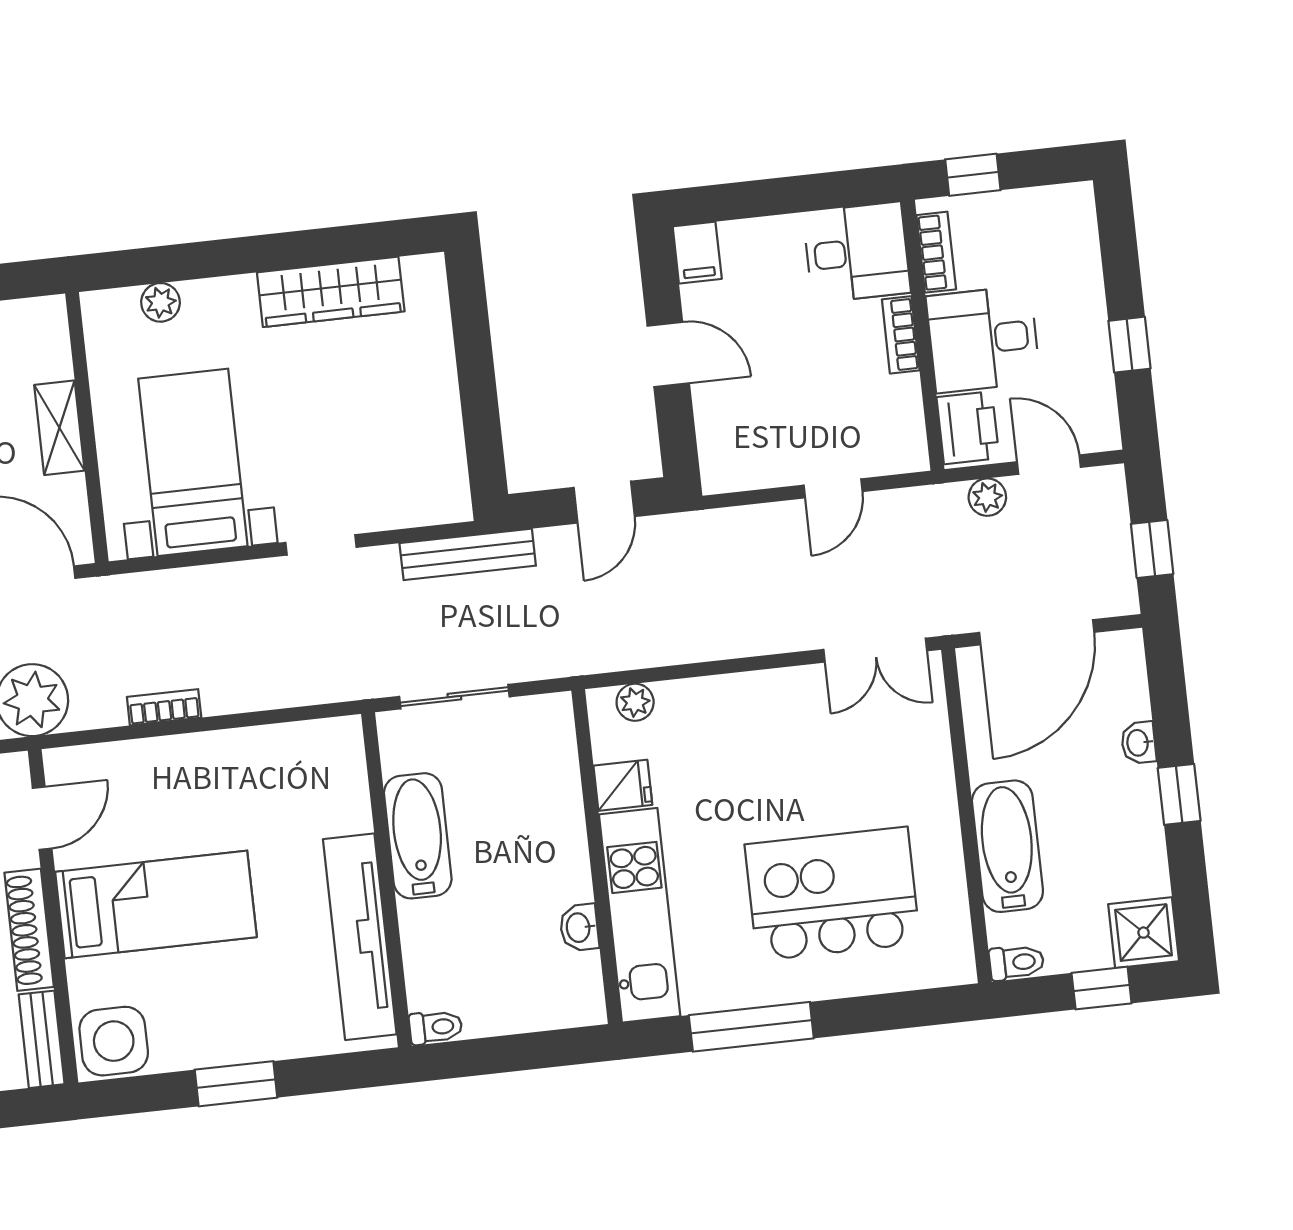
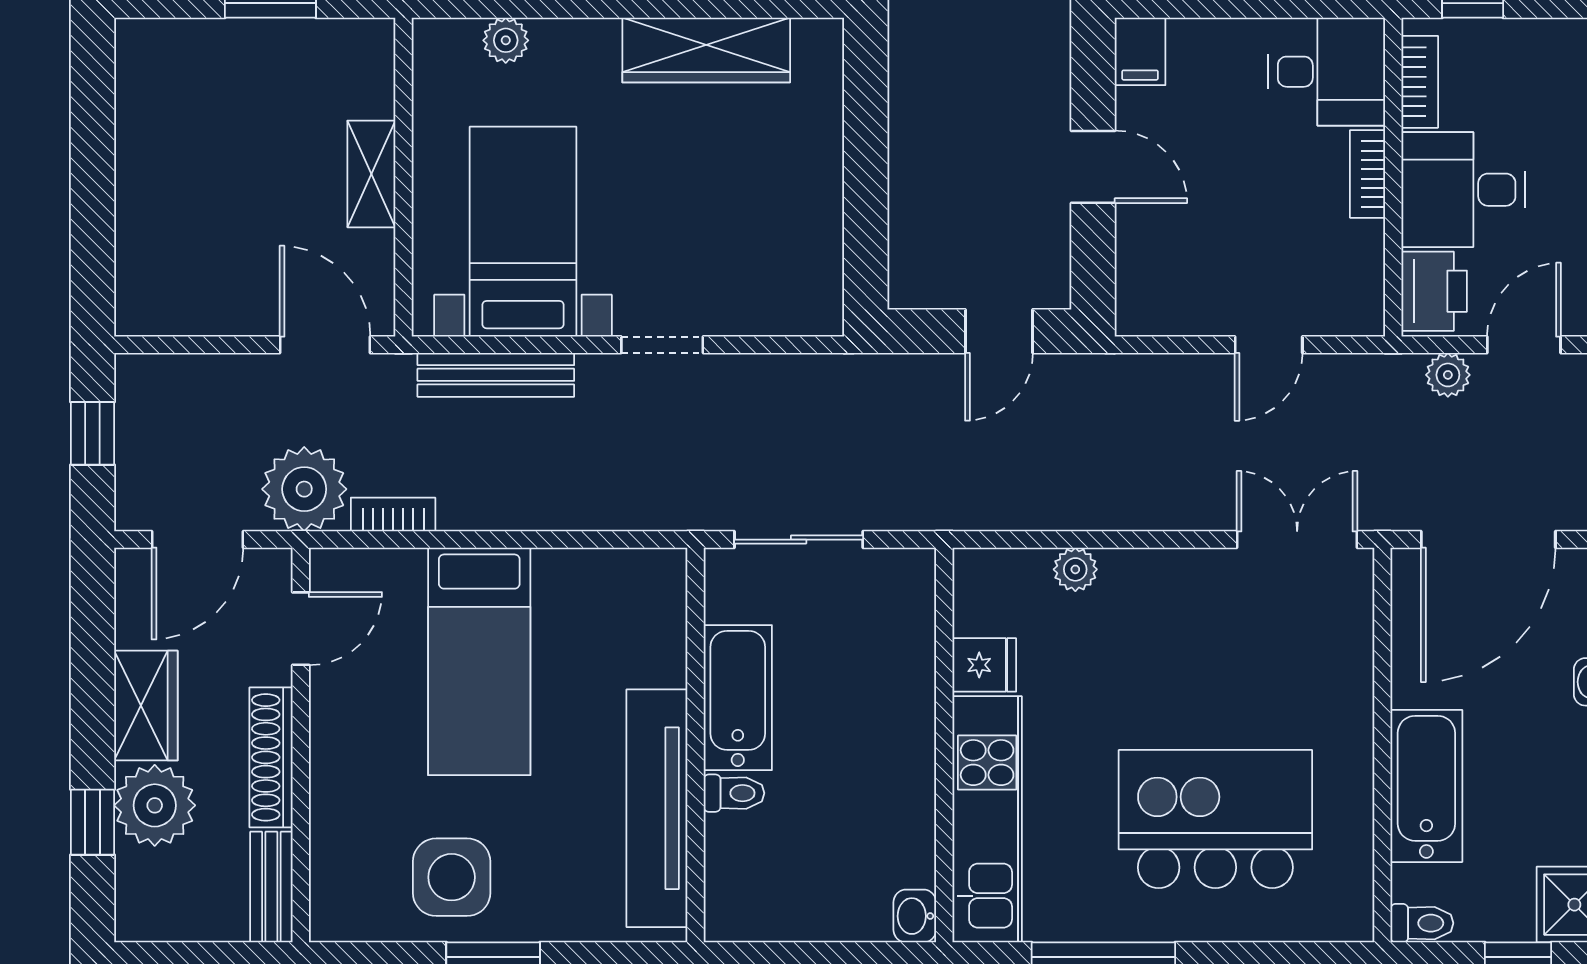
door: (1049, 465) -> (1524, 345), hinge flipped
bench: (468, 554) -> (496, 375), moved
double door: (875, 650) -> (1297, 540), swing flipped
plant: (635, 702) -> (1075, 569), moved
bookcase: (164, 707) -> (393, 514), moved
bed: (156, 904) -> (479, 661), moved, turned 90
washbasin: (579, 927) -> (915, 916), moved
toilet: (436, 1027) -> (734, 793), moved
side table: (114, 1041) -> (452, 877), moved

